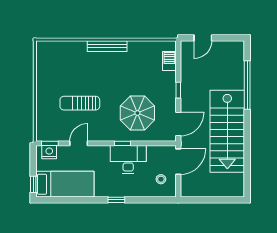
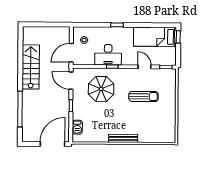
door: (203, 38) -> (53, 144), width x1.88
door: (178, 124) -> (71, 81), hinge flipped
stairs: (227, 131) -> (31, 67), width x0.73, depth x0.66
door: (79, 143) -> (145, 67), swing flipped
nightstand: (49, 152) -> (166, 61), removed

